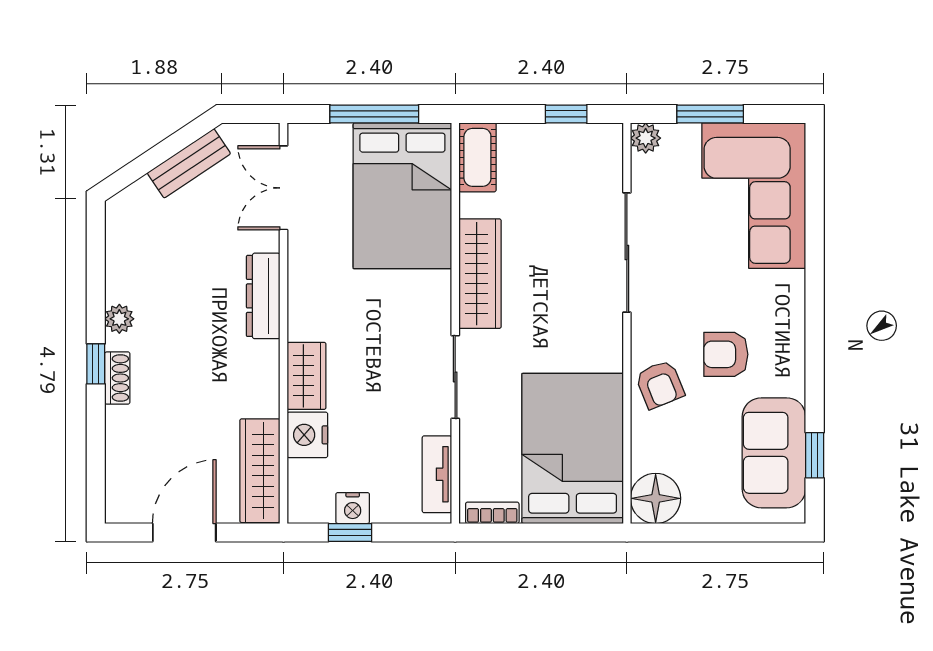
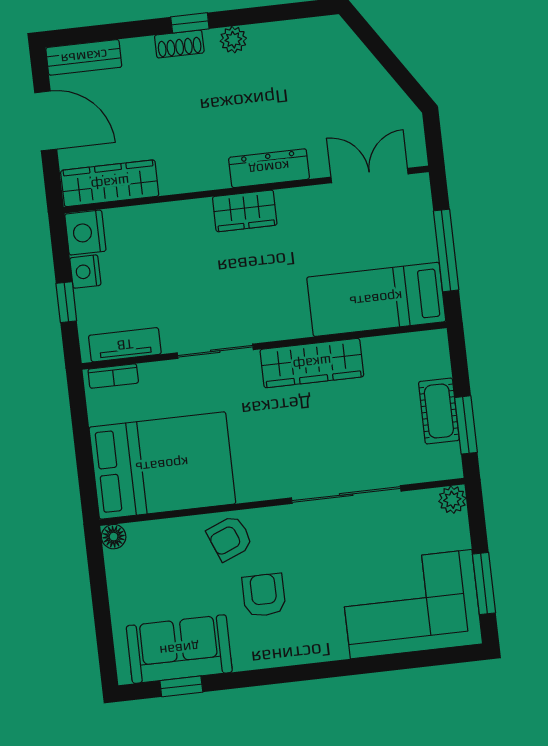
window: (566, 114) -> (466, 425), width x1.50
window: (710, 114) -> (484, 584), moved
cot: (477, 157) -> (439, 411), moved, turned 90
bench: (189, 163) -> (84, 57), moved, turned -56
bed: (402, 196) -> (376, 299), width x0.67
wardrobe: (306, 376) -> (245, 211), moved
nightstand: (307, 435) -> (85, 233), moved, turned -90
floor lamp: (656, 498) -> (114, 537), width x0.53, depth x0.53
bookcase: (492, 513) -> (113, 376), moved, turned 90
window: (350, 532) -> (66, 302), moved

